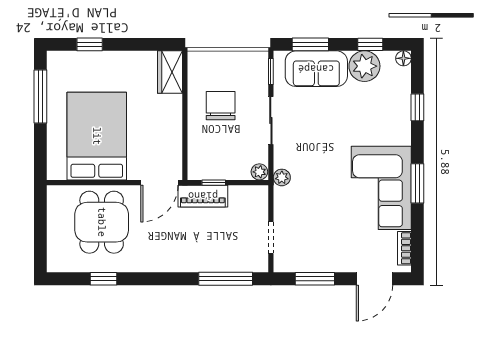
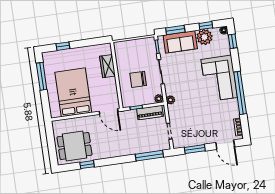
wardrobe: (170, 72) -> (107, 66), moved
chair: (221, 106) -> (138, 79), moved, turned -90
window: (417, 107) -> (233, 41), moved
door: (160, 183) -> (109, 111), hinge flipped
window: (417, 183) -> (240, 93), width x2.11
corner sofa: (381, 188) -> (219, 78), moved
piano: (203, 196) -> (150, 113), moved
dining table: (102, 222) -> (74, 146), moved, turned 90
door: (375, 279) -> (225, 145), hinge flipped

